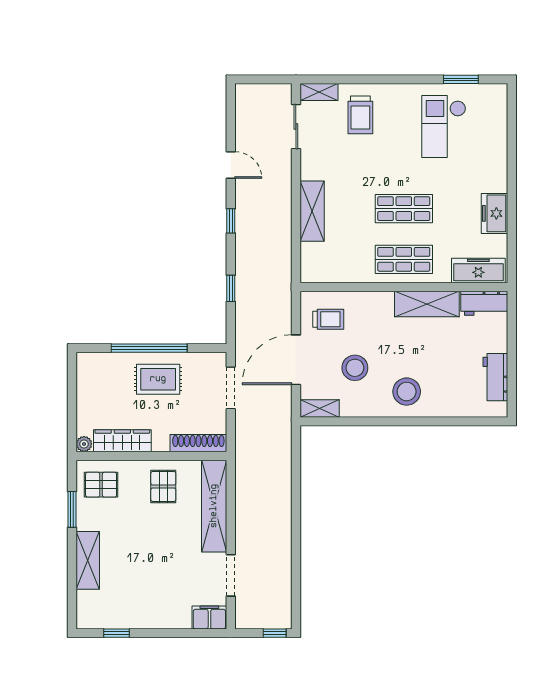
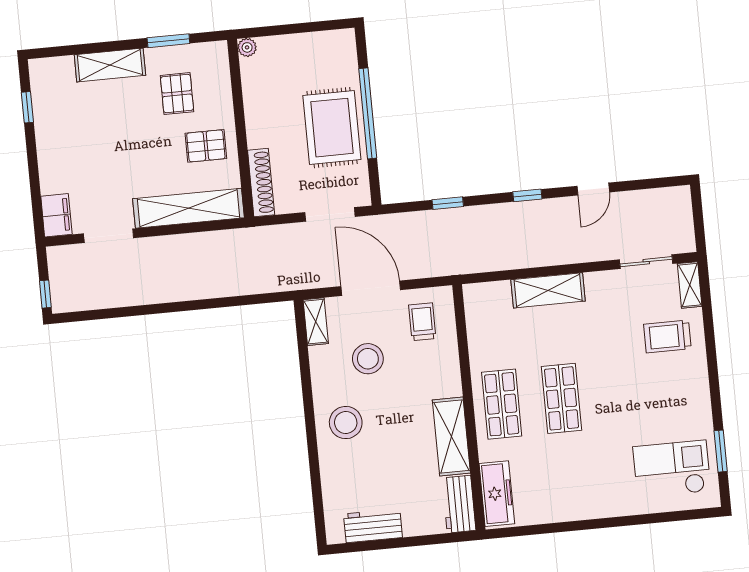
checkout: (444, 126) -> (672, 469), moved
freezer: (495, 213) -> (566, 506), removed
trolley: (328, 319) -> (422, 322), turned 180
rug: (158, 379) -> (332, 128), width x1.36, depth x1.43
wardrobe: (122, 441) -> (255, 92), removed
pallet: (101, 485) -> (177, 94), moved

